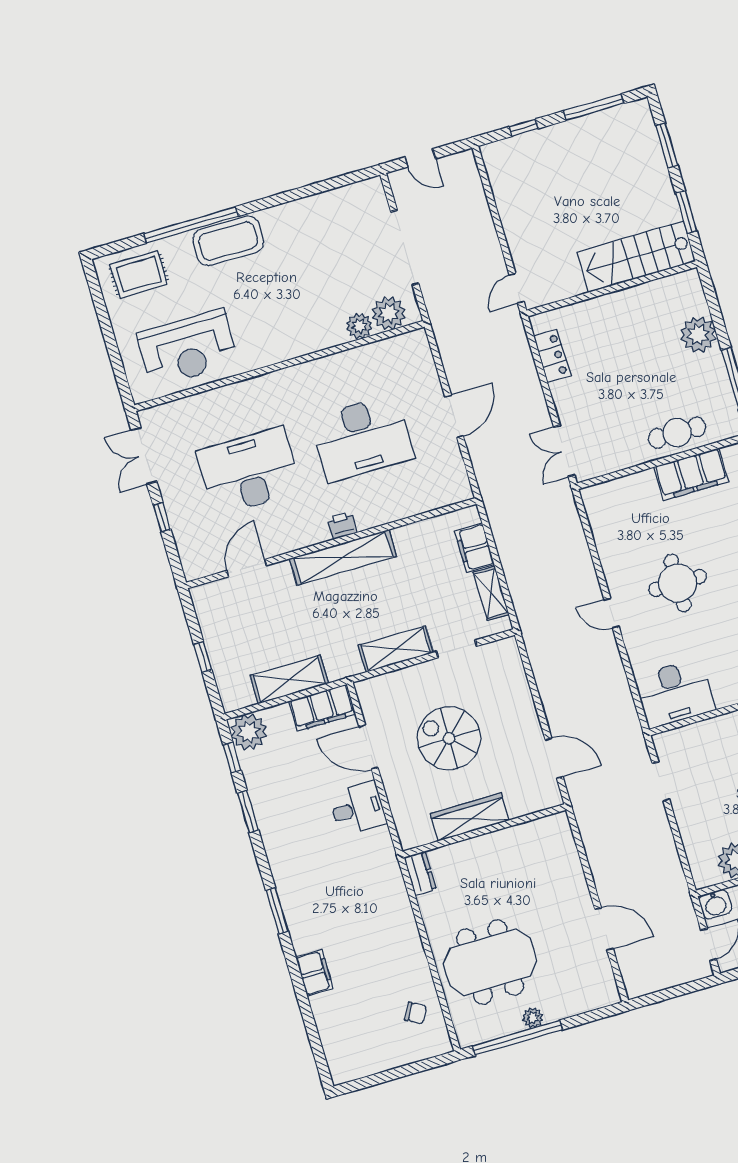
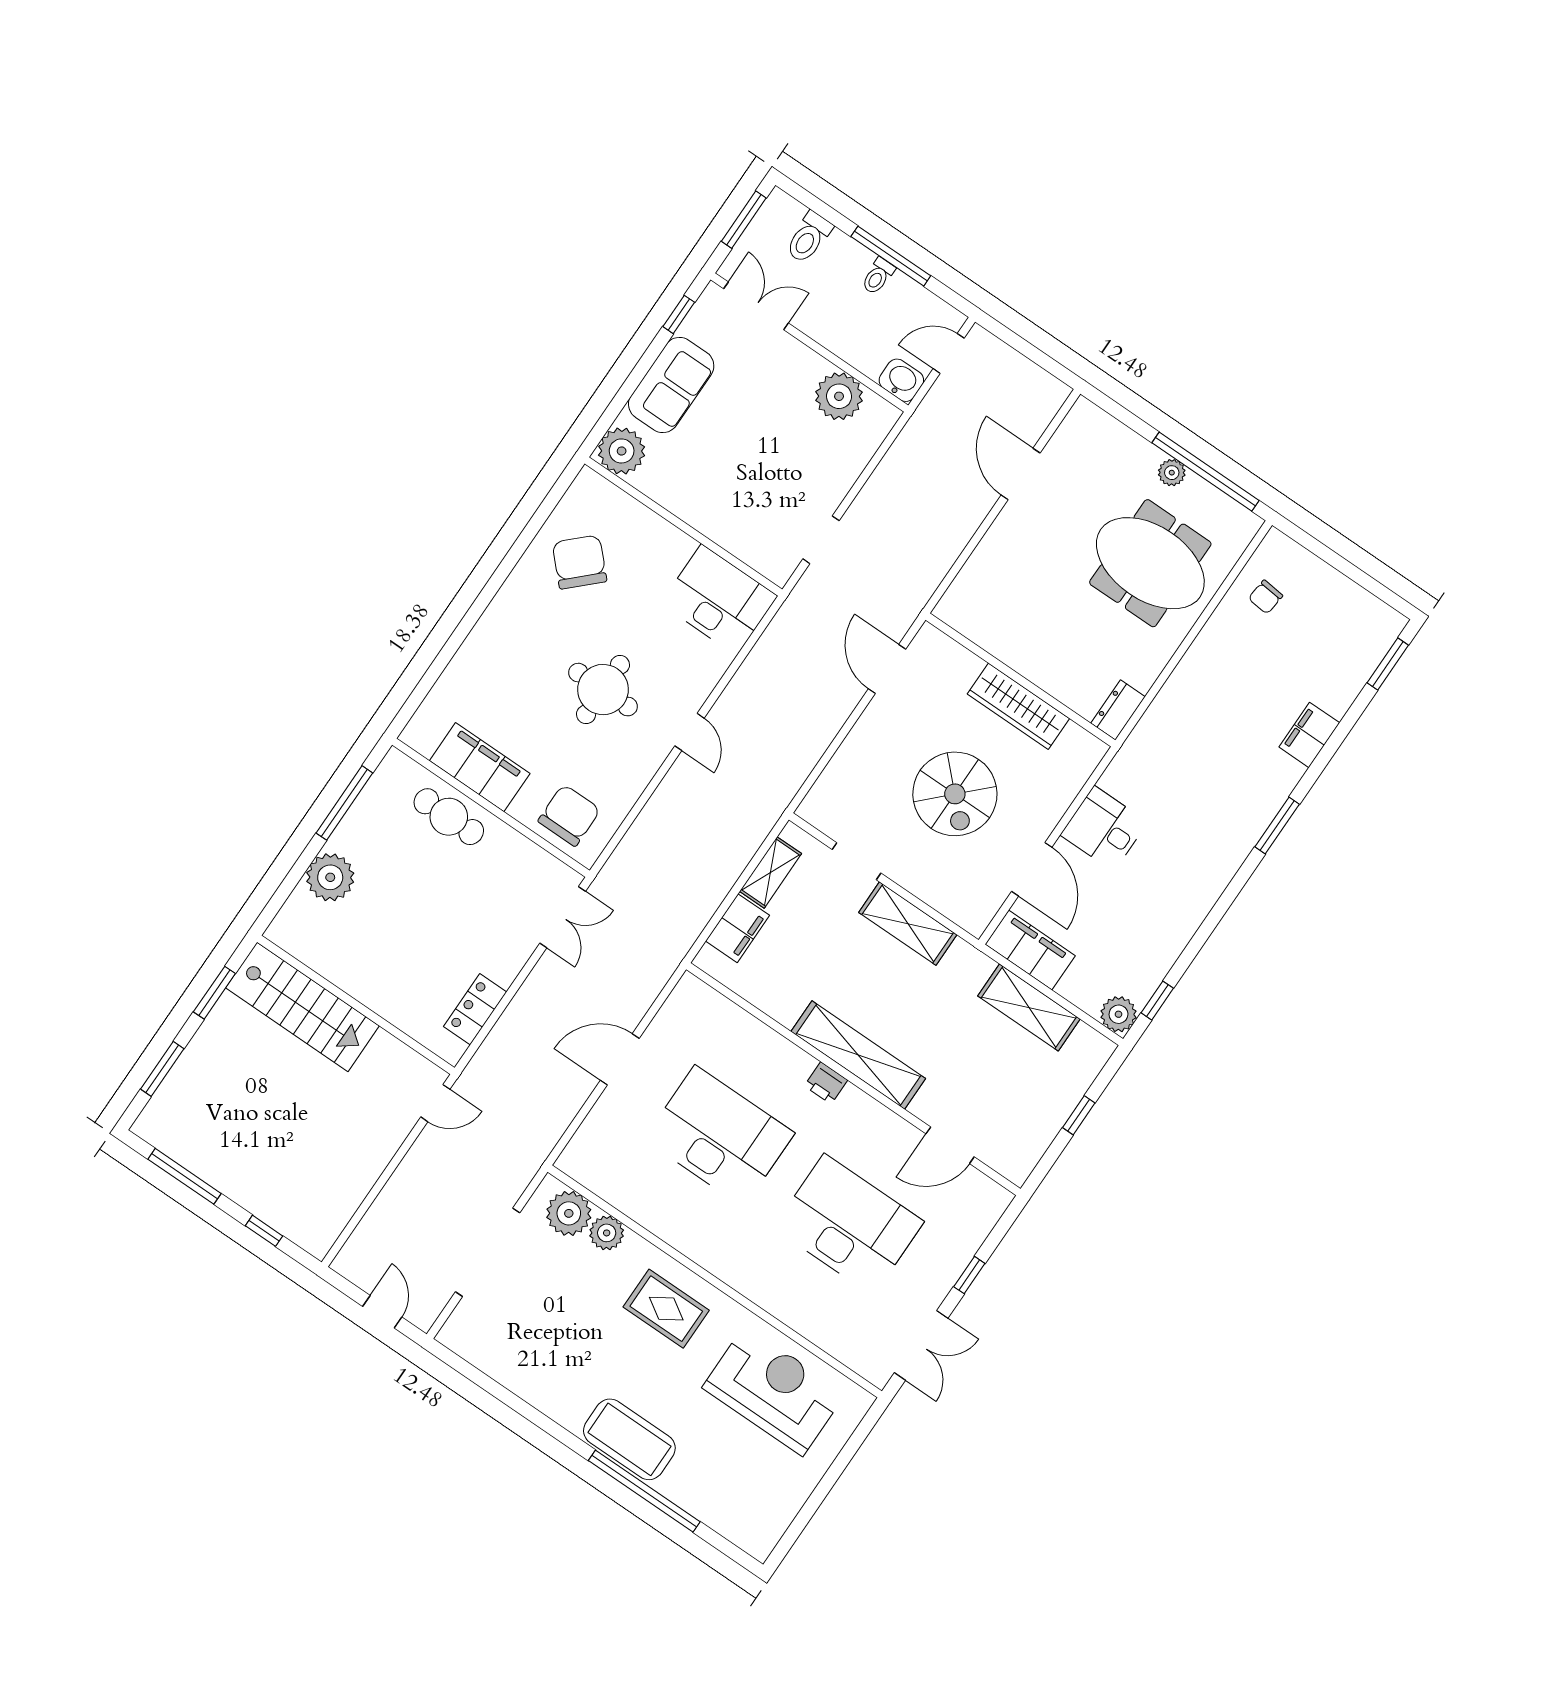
rug: (139, 274) -> (666, 1309), moved
desk: (249, 471) -> (849, 1225), turned 180
chair: (620, 503) -> (569, 815), added
plant: (249, 732) -> (1118, 1014), width x0.73, depth x0.73
window: (248, 812) -> (1388, 664), moved
chair: (416, 1013) -> (1266, 597), turned -113

